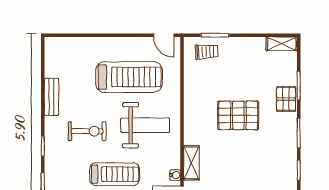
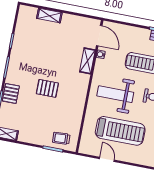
door: (164, 35) -> (107, 159), moved
treadmill: (129, 77) -> (120, 131), turned 180
pallet: (238, 115) -> (47, 88), width x0.67, depth x0.71

